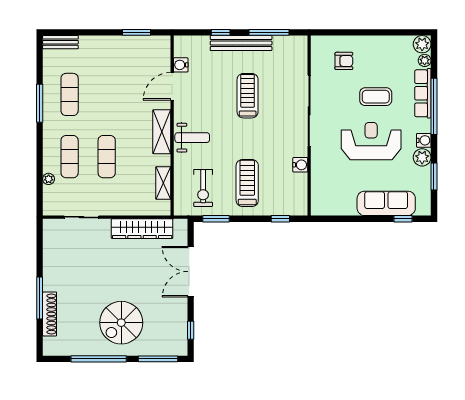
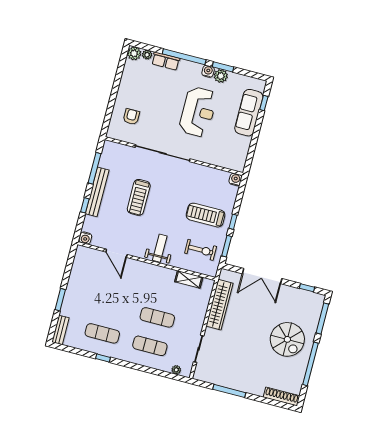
window: (136, 32) -> (60, 300), moved
water cooler: (181, 65) -> (85, 238), moved
row of seats: (423, 93) -> (166, 61), width x0.68
treadmill: (248, 96) -> (139, 197), turned -90
coffee table: (376, 97) -> (165, 99), removed
window: (40, 103) -> (103, 358), width x0.46
shelving: (162, 132) -> (149, 270), removed
reception desk: (371, 141) -> (198, 112), turned 180
water cooler: (300, 165) -> (235, 179), moved
window: (434, 176) -> (223, 67), moved
plant: (49, 179) -> (176, 370), moved
window: (280, 219) -> (233, 222), moved
window: (40, 298) -> (229, 391), moved
shoe rack: (50, 314) -> (281, 396), moved

